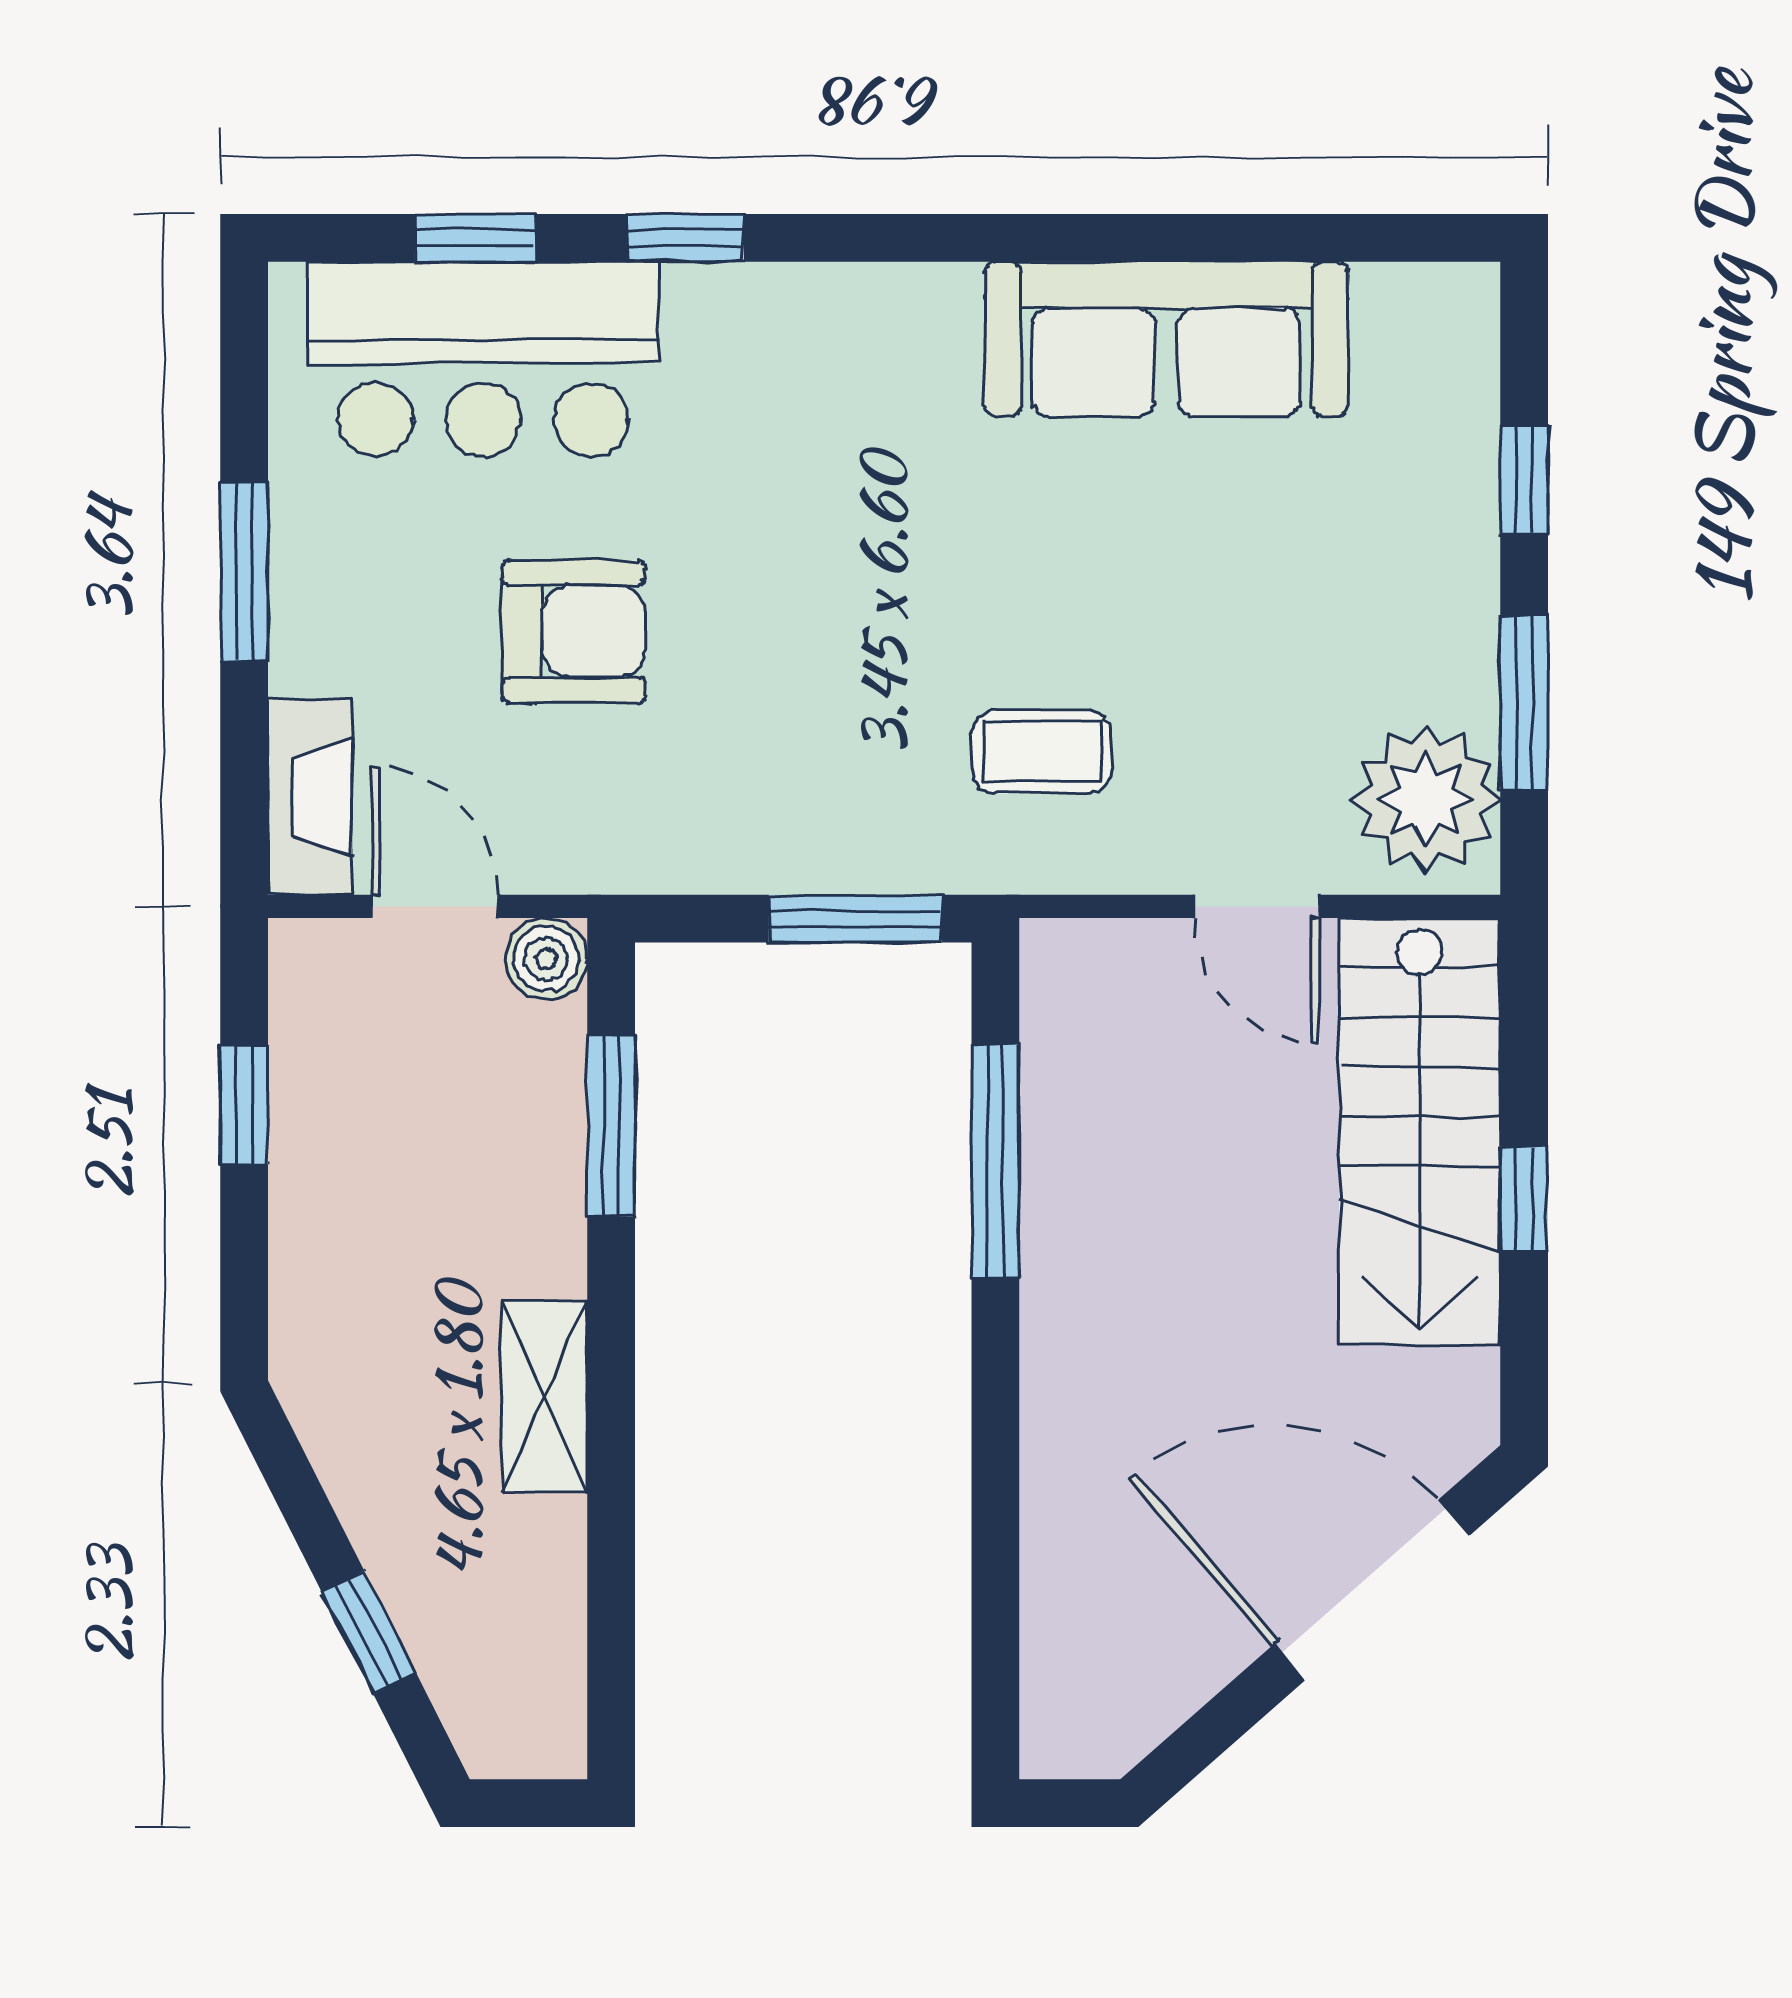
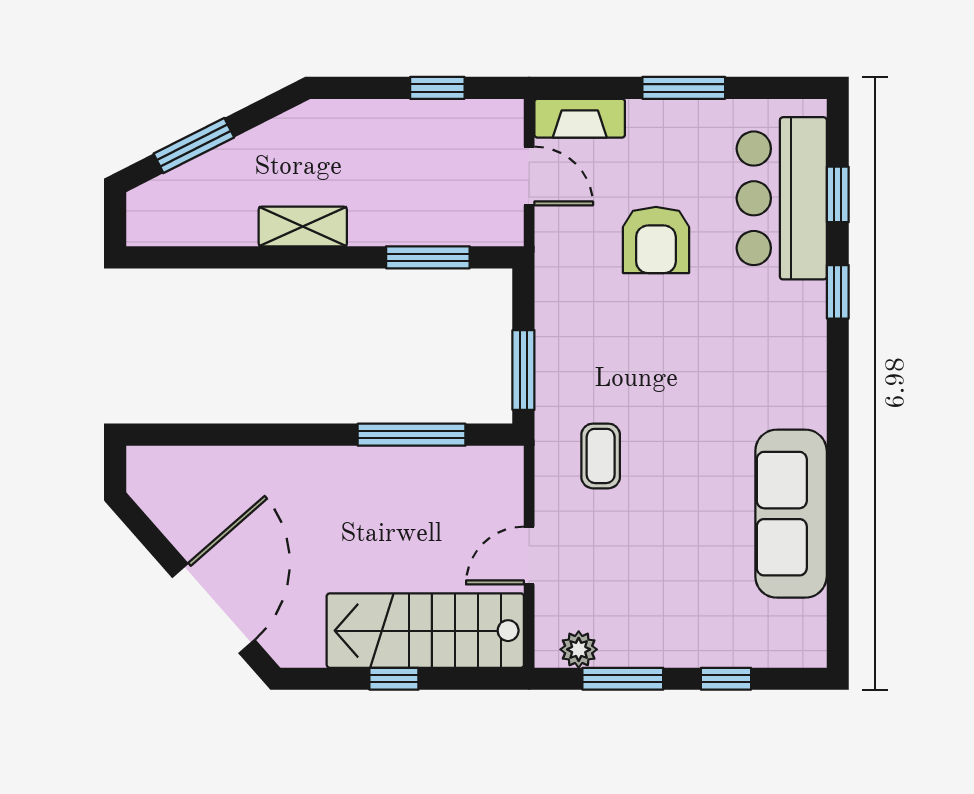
plant: (1426, 799) -> (579, 649), width x0.53, depth x0.53
door: (435, 906) -> (529, 176), hinge flipped
boiler: (546, 959) -> (505, 227), removed
window: (369, 1633) -> (194, 146), width x1.50

